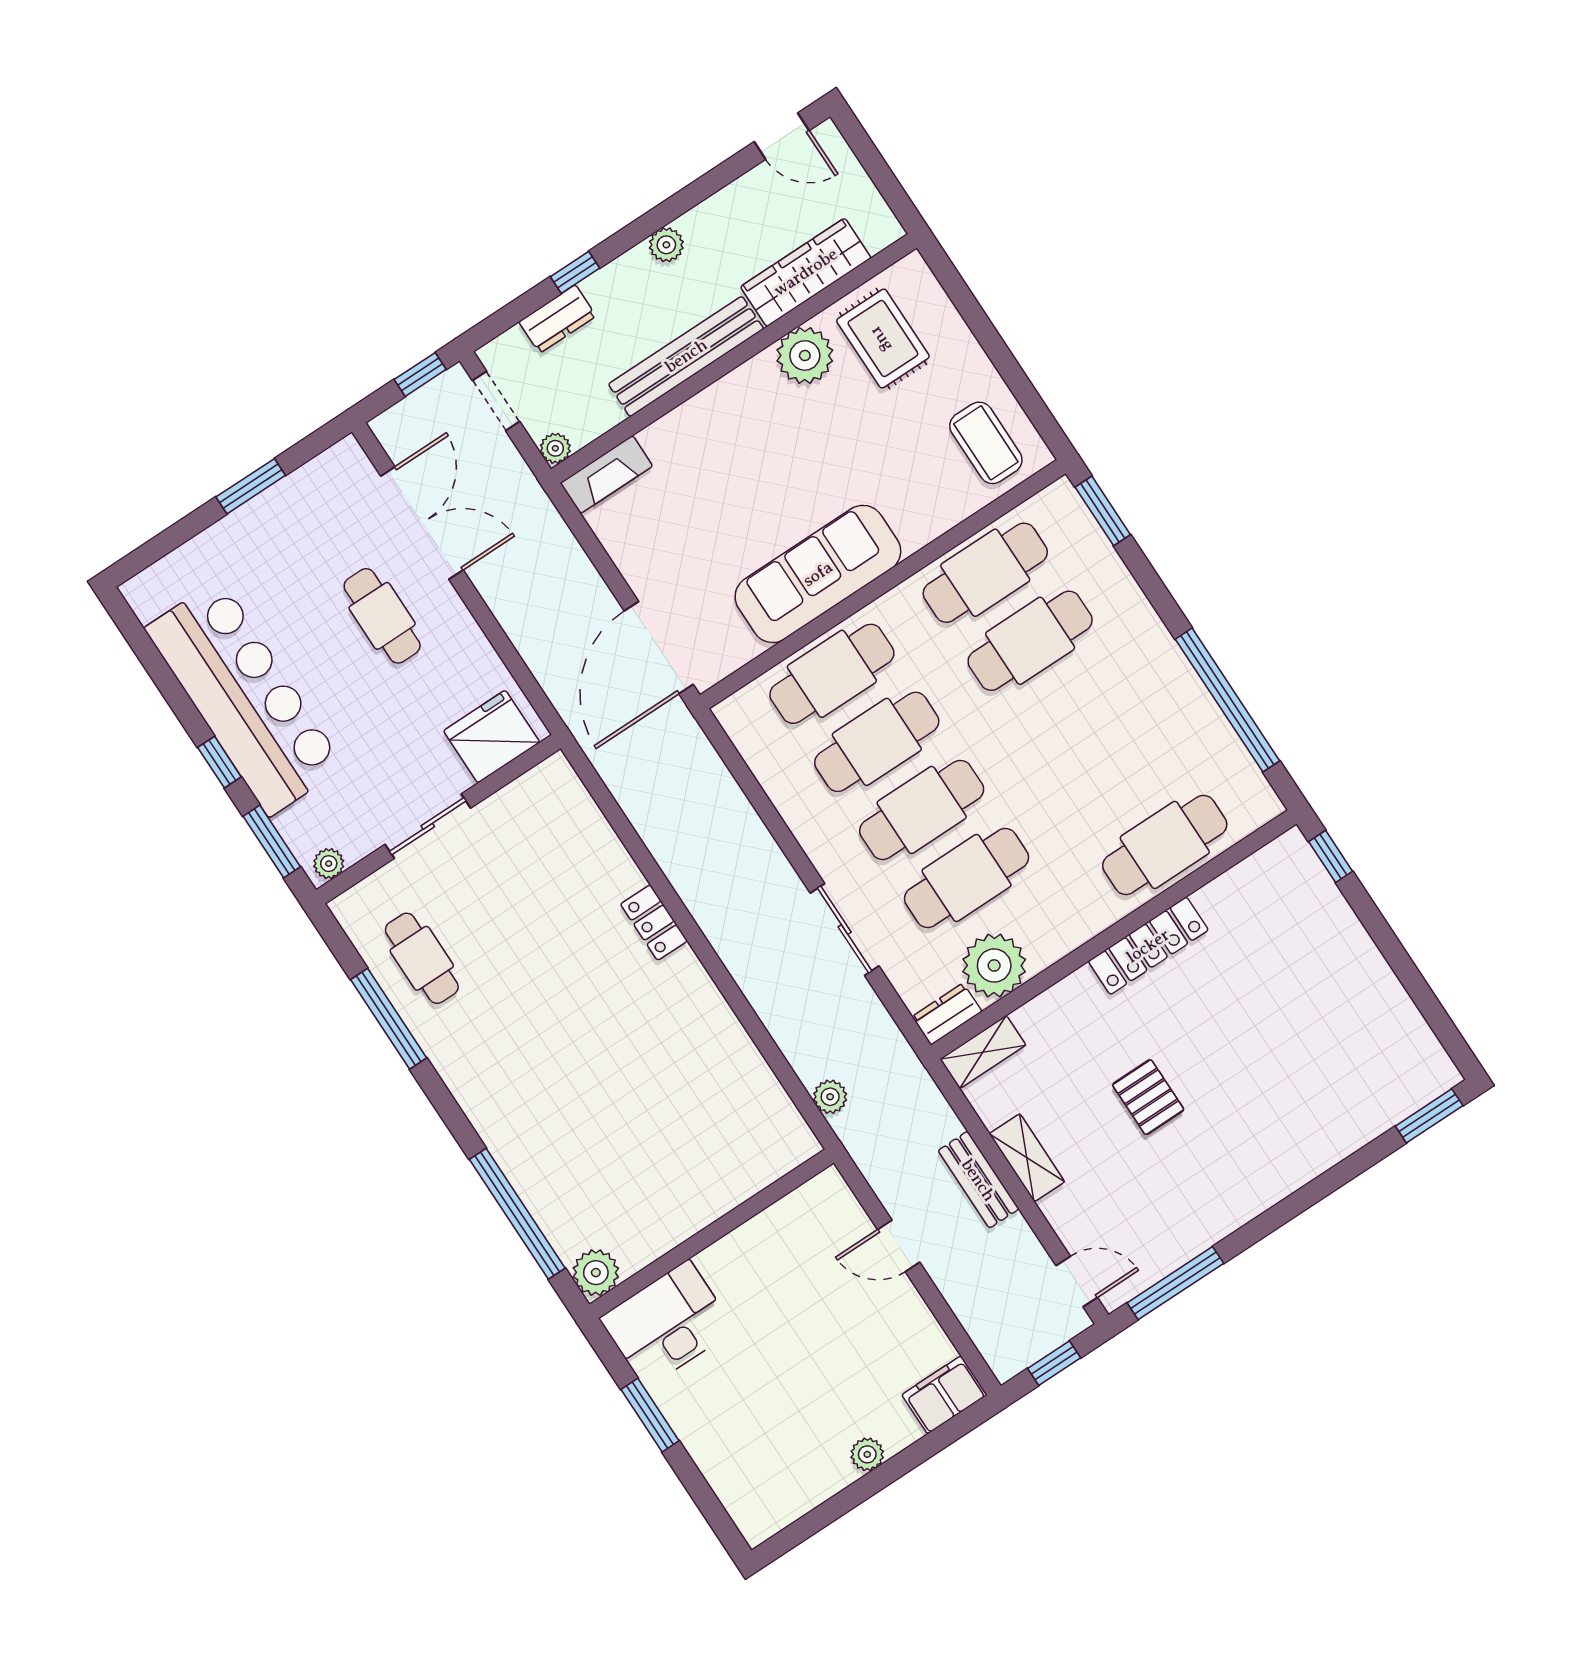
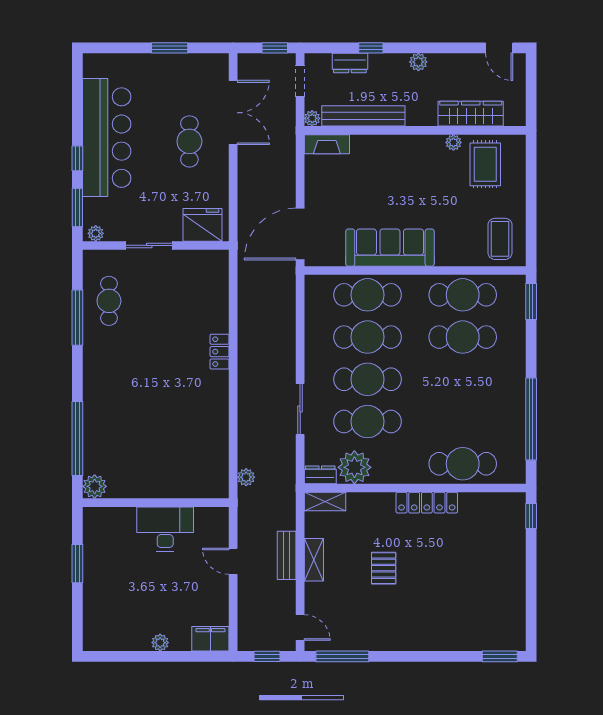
plant: (805, 355) -> (453, 142), width x0.53, depth x0.53
bench: (686, 356) -> (363, 116), moved
desk: (667, 1324) -> (165, 529), moved

